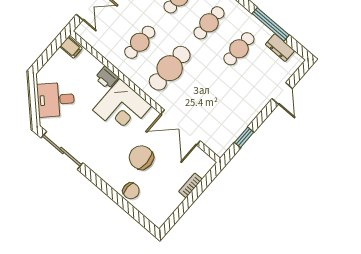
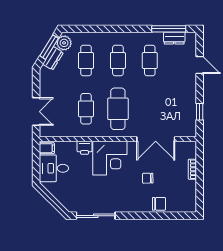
window: (271, 24) -> (169, 29), moved
desk: (56, 100) -> (54, 168), moved, turned 45
chair: (141, 158) -> (148, 178), width x0.54, depth x0.54

